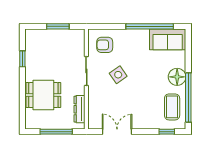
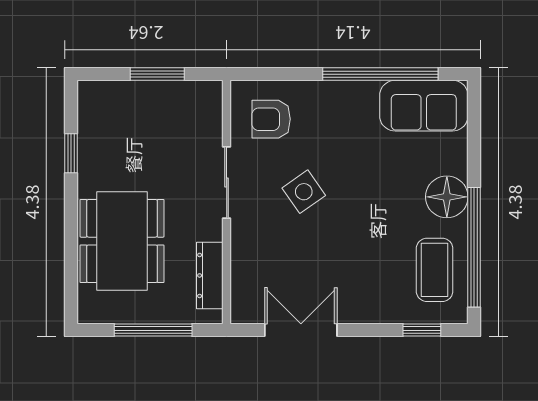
dining table: (43, 95) -> (122, 241), width x1.37

